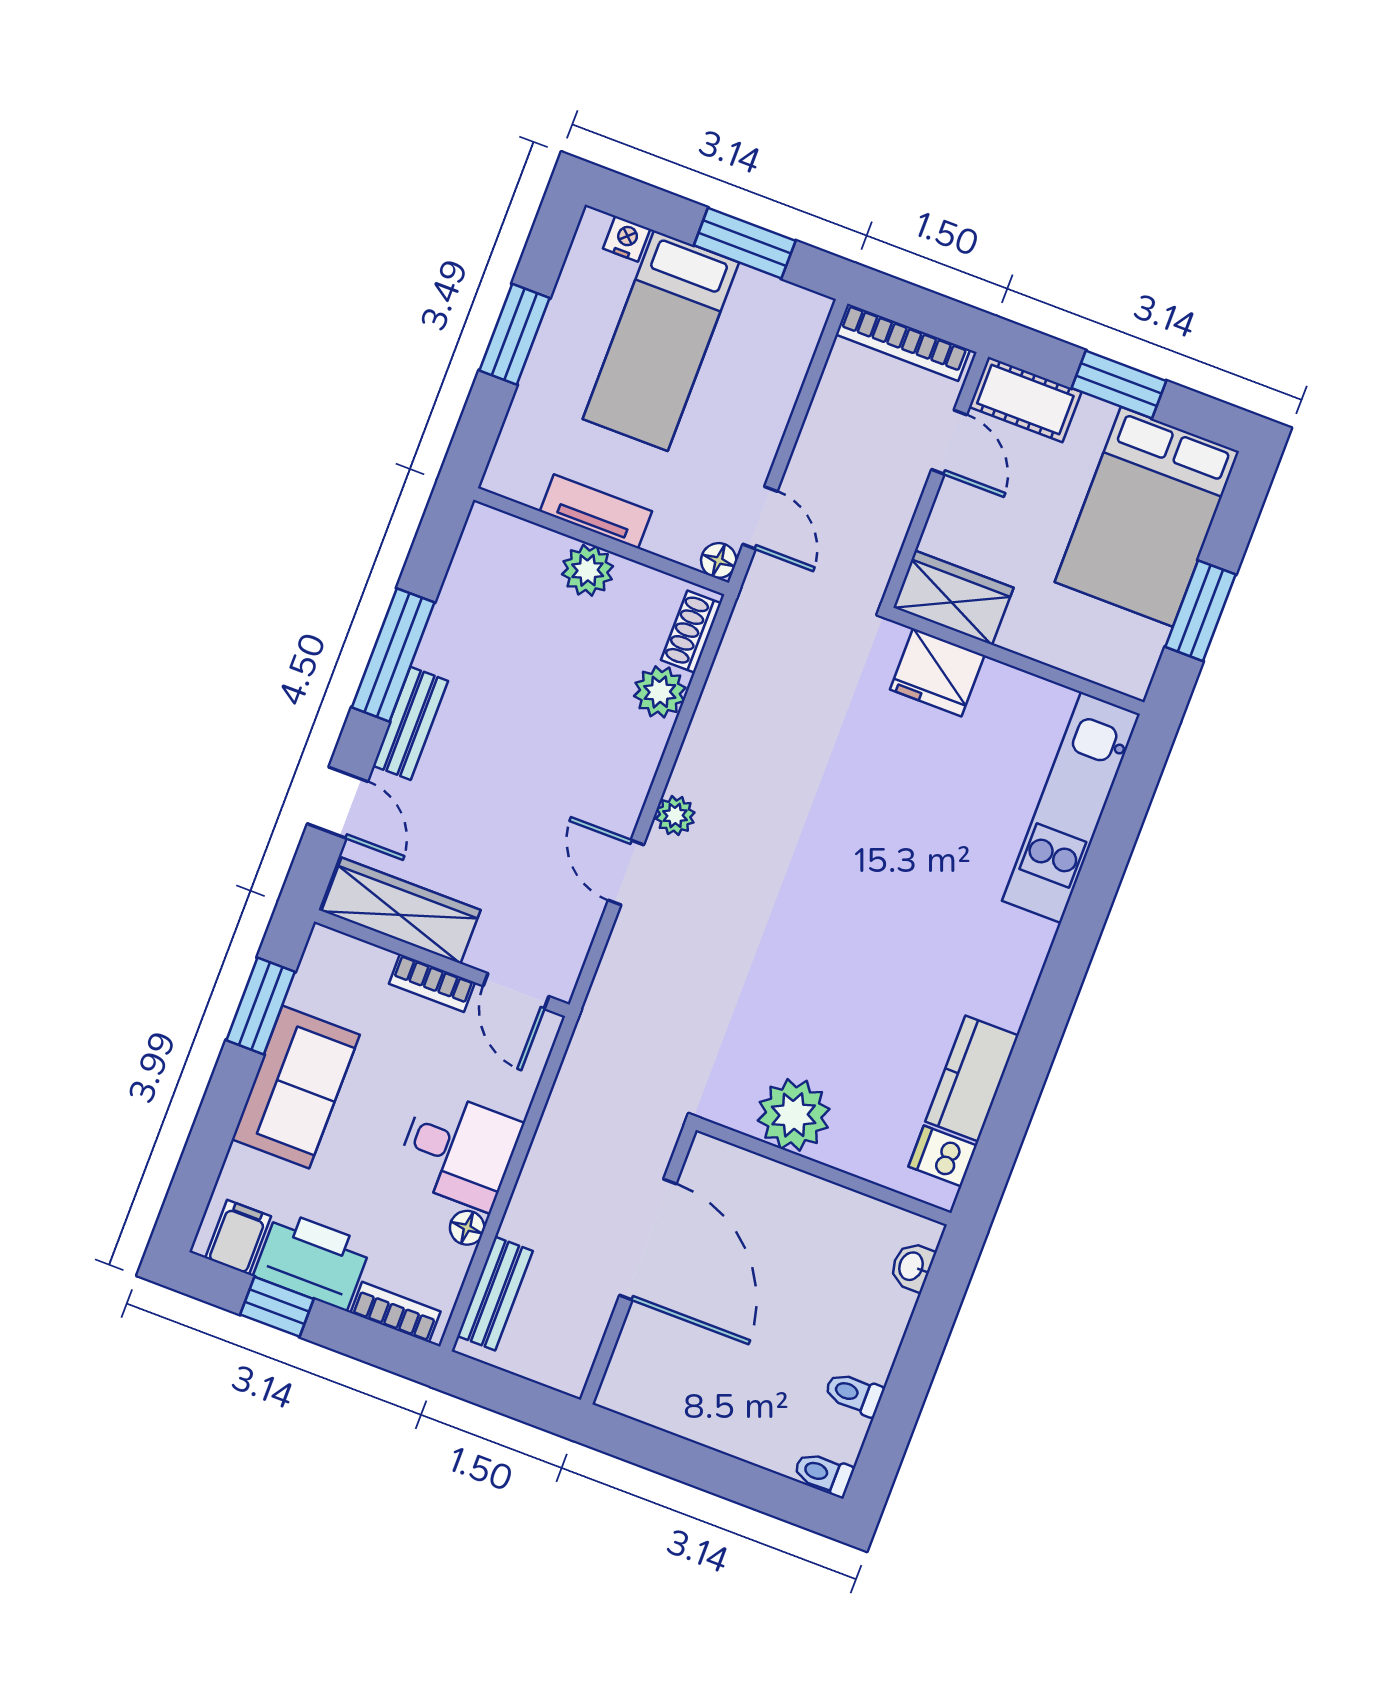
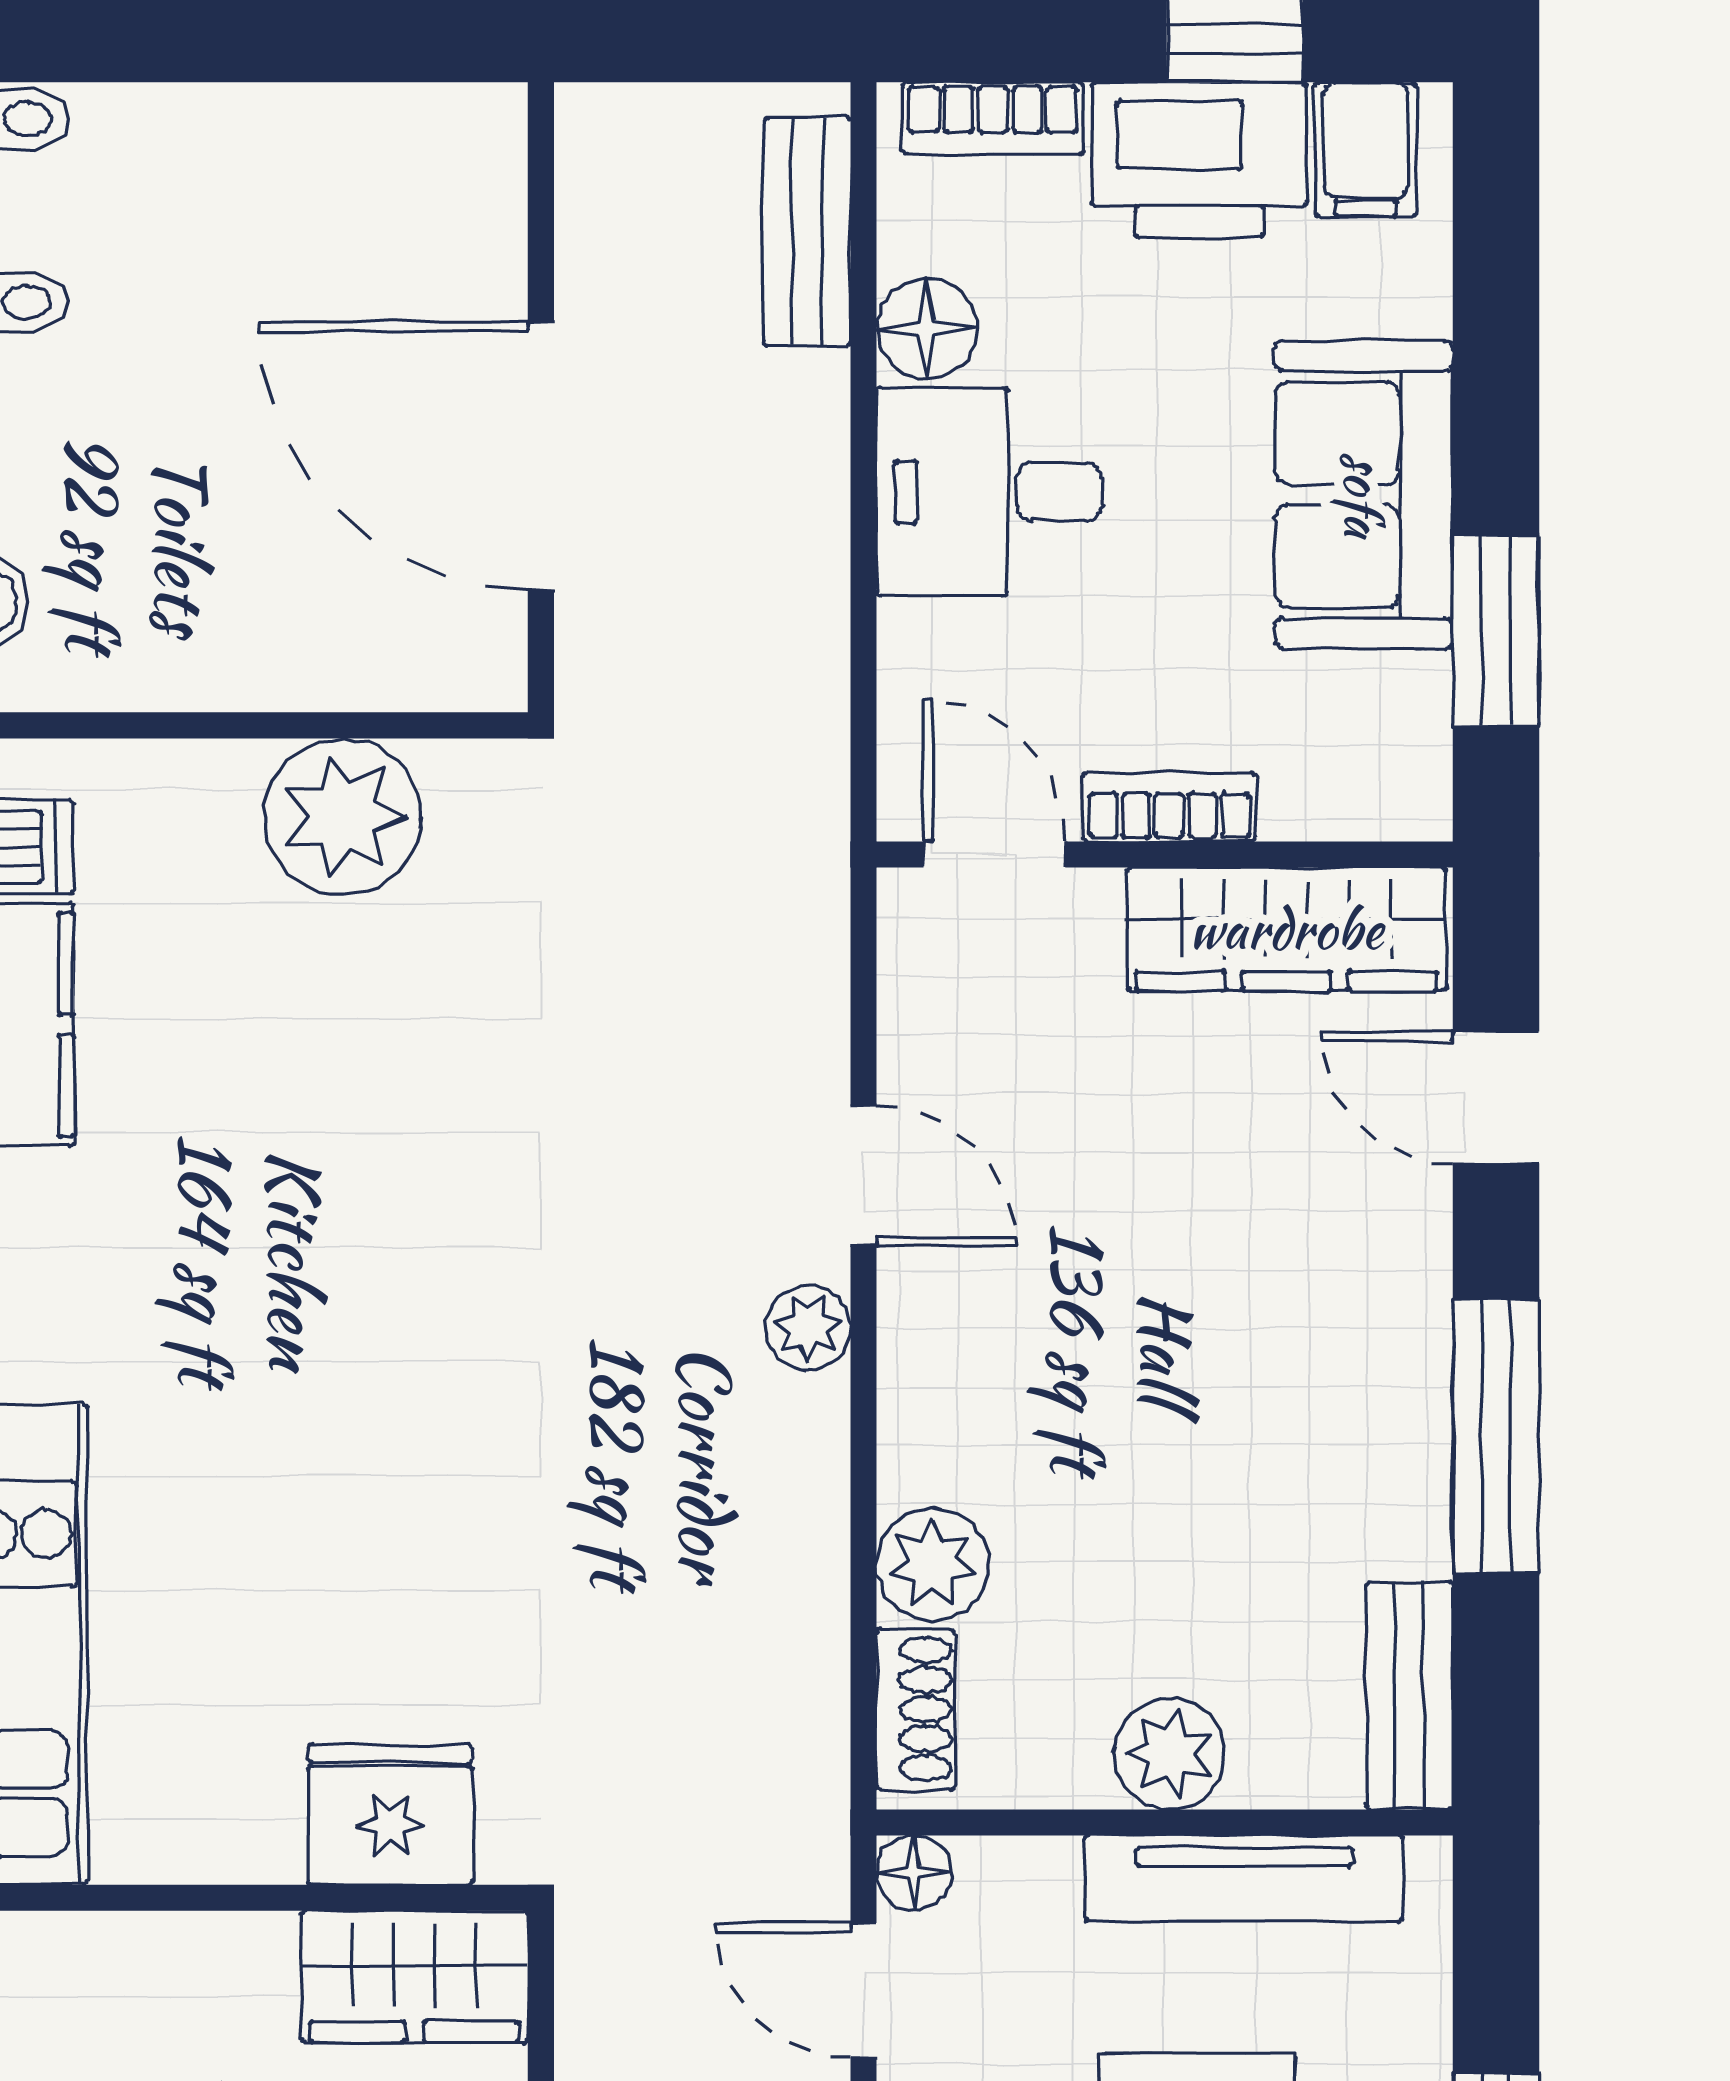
tv unit: (596, 511) -> (1244, 1878), width x1.41
bench: (410, 723) -> (1409, 1696), moved
floor lamp: (467, 1228) -> (927, 329), width x1.37, depth x1.37

